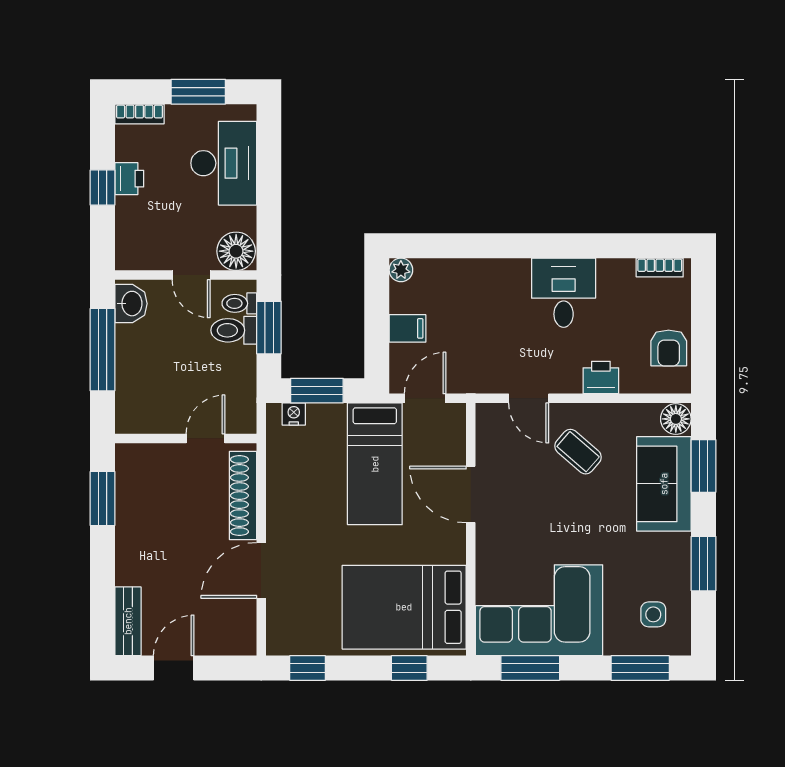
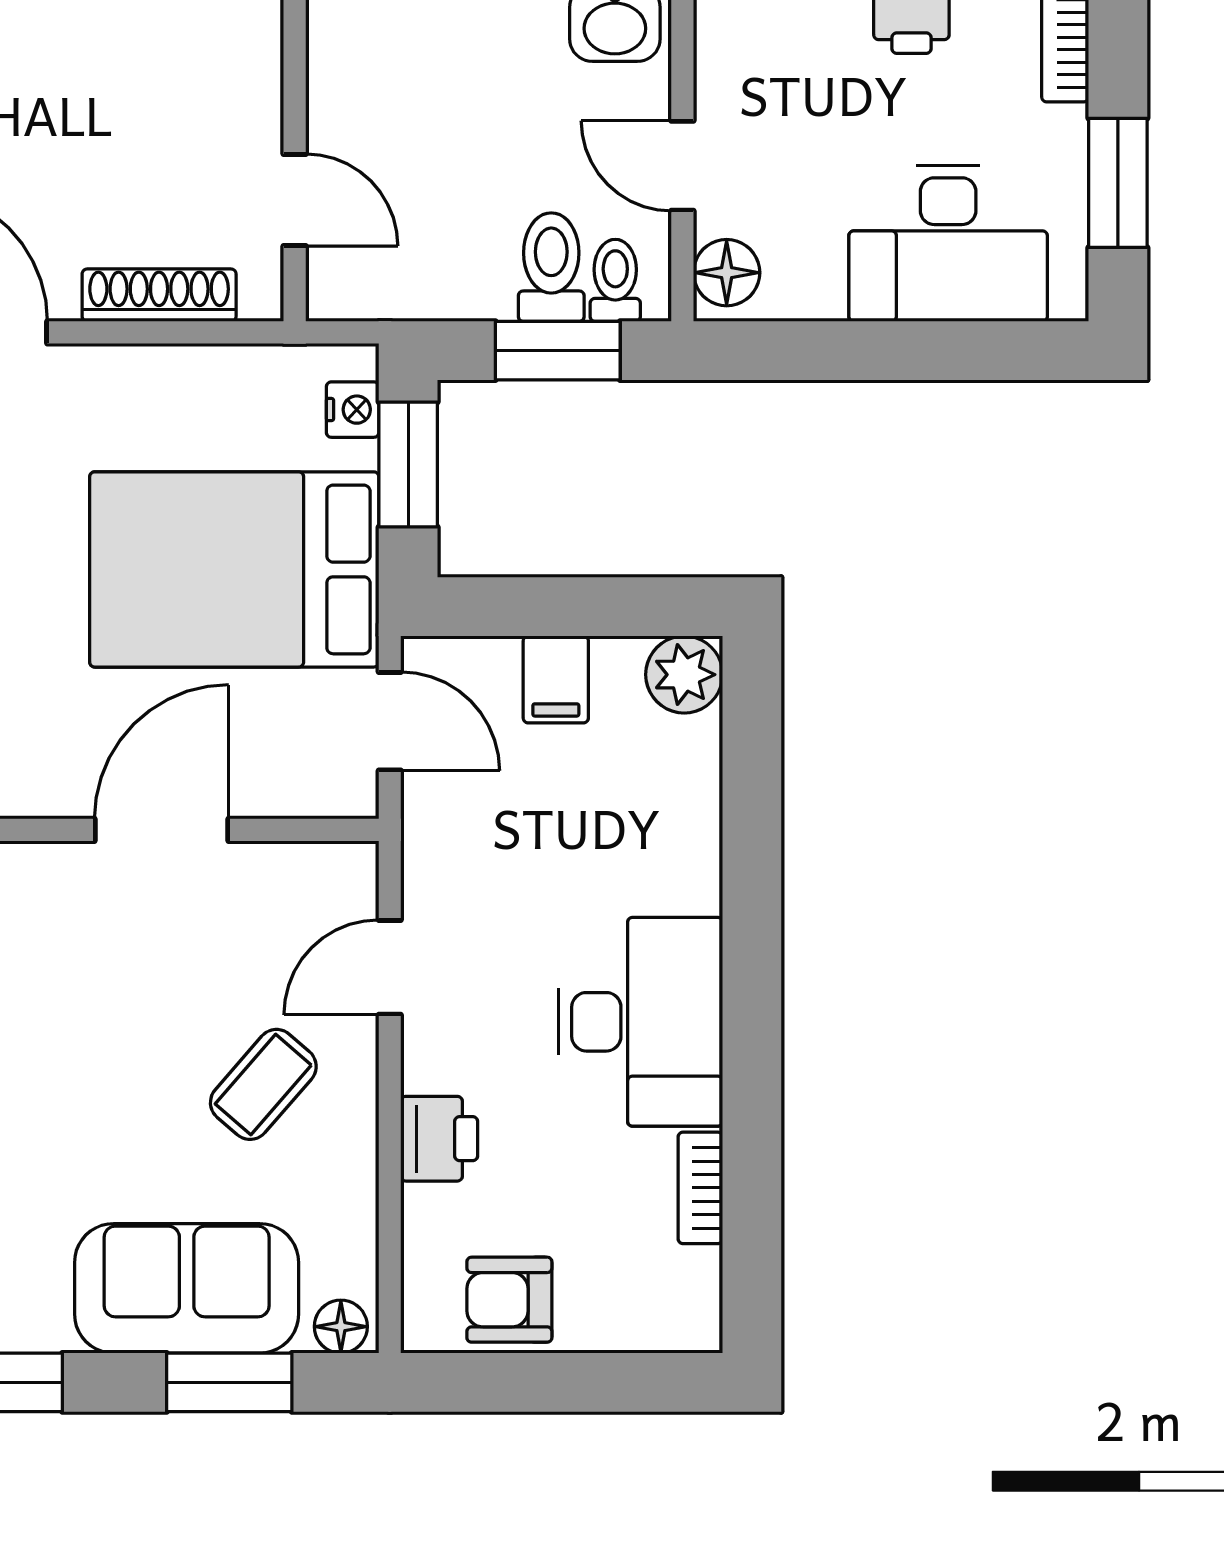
floor lamp: (236, 251) -> (727, 273), width x0.73, depth x0.73
bookcase: (660, 268) -> (700, 1188), moved
plant: (401, 270) -> (684, 675), width x1.38, depth x1.38
door: (191, 275) -> (682, 166), hinge flipped
desk: (564, 293) -> (641, 1022), width x1.37
floor lamp: (676, 419) -> (341, 1327), width x0.73, depth x0.73
bed: (375, 464) -> (234, 569), width x1.50
shoe rack: (243, 496) -> (159, 295), width x0.74, depth x0.81

